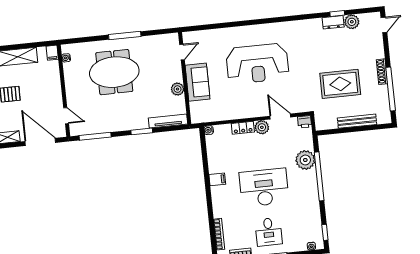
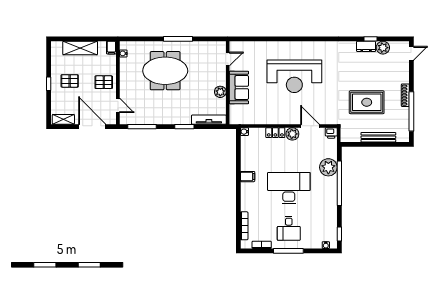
pallet: (48, 92) -> (104, 82), added

